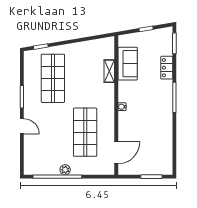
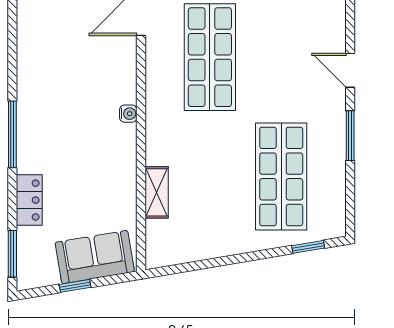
sofa: (128, 64) -> (95, 257), moved, turned 80

